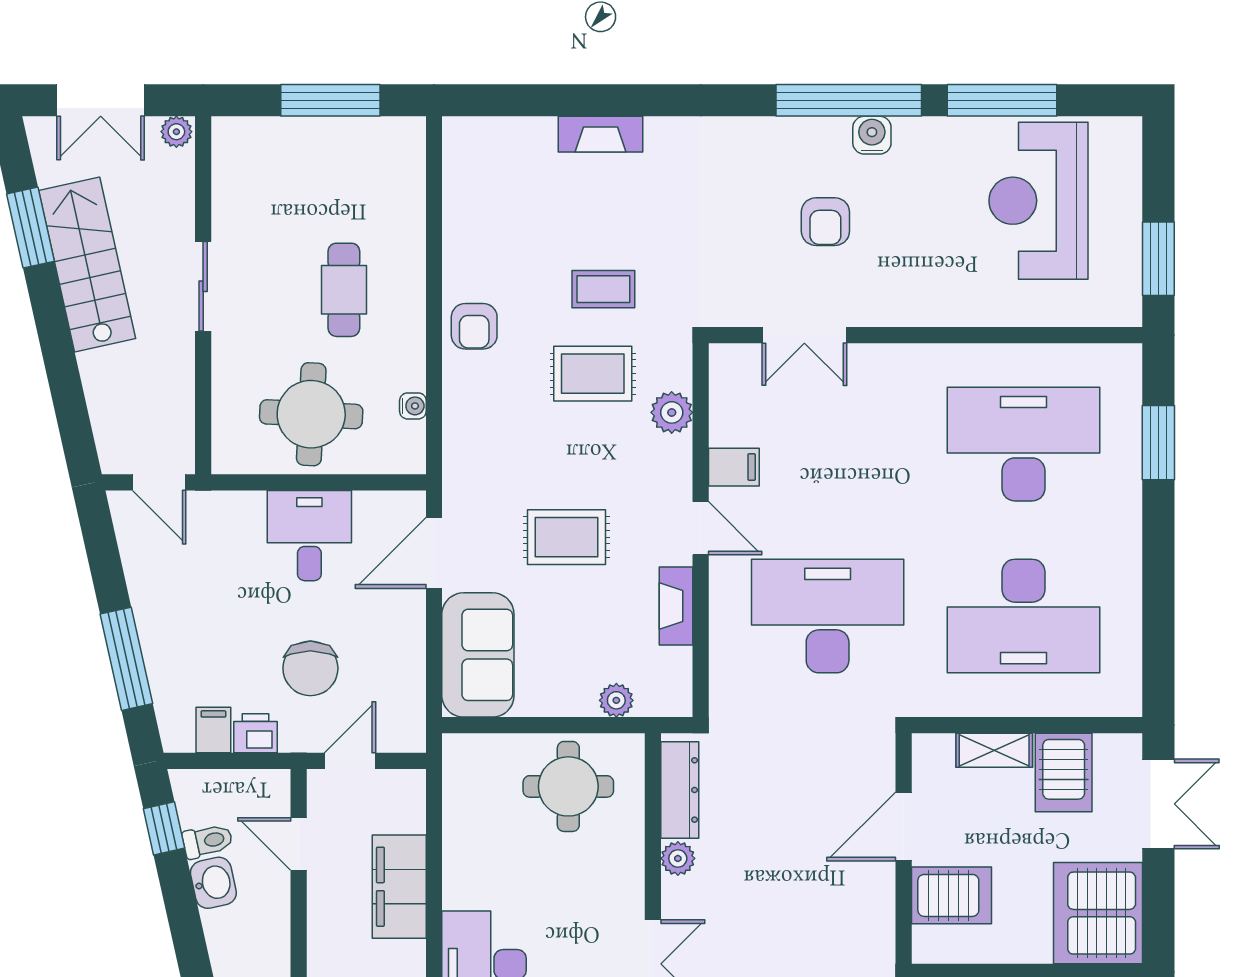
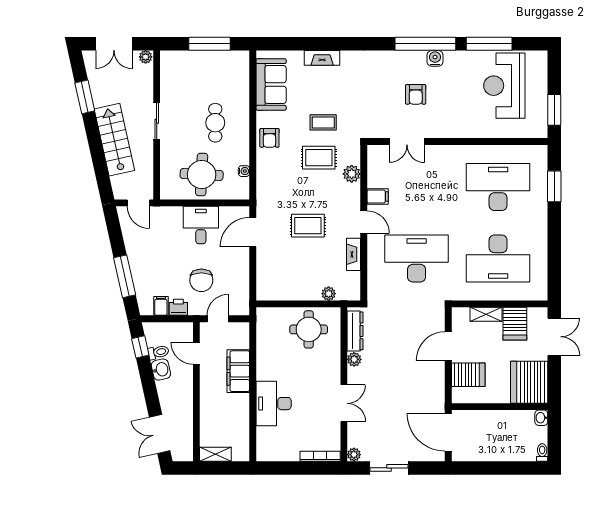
stairs: (87, 265) -> (114, 140), moved
sofa: (478, 655) -> (271, 84), moved

